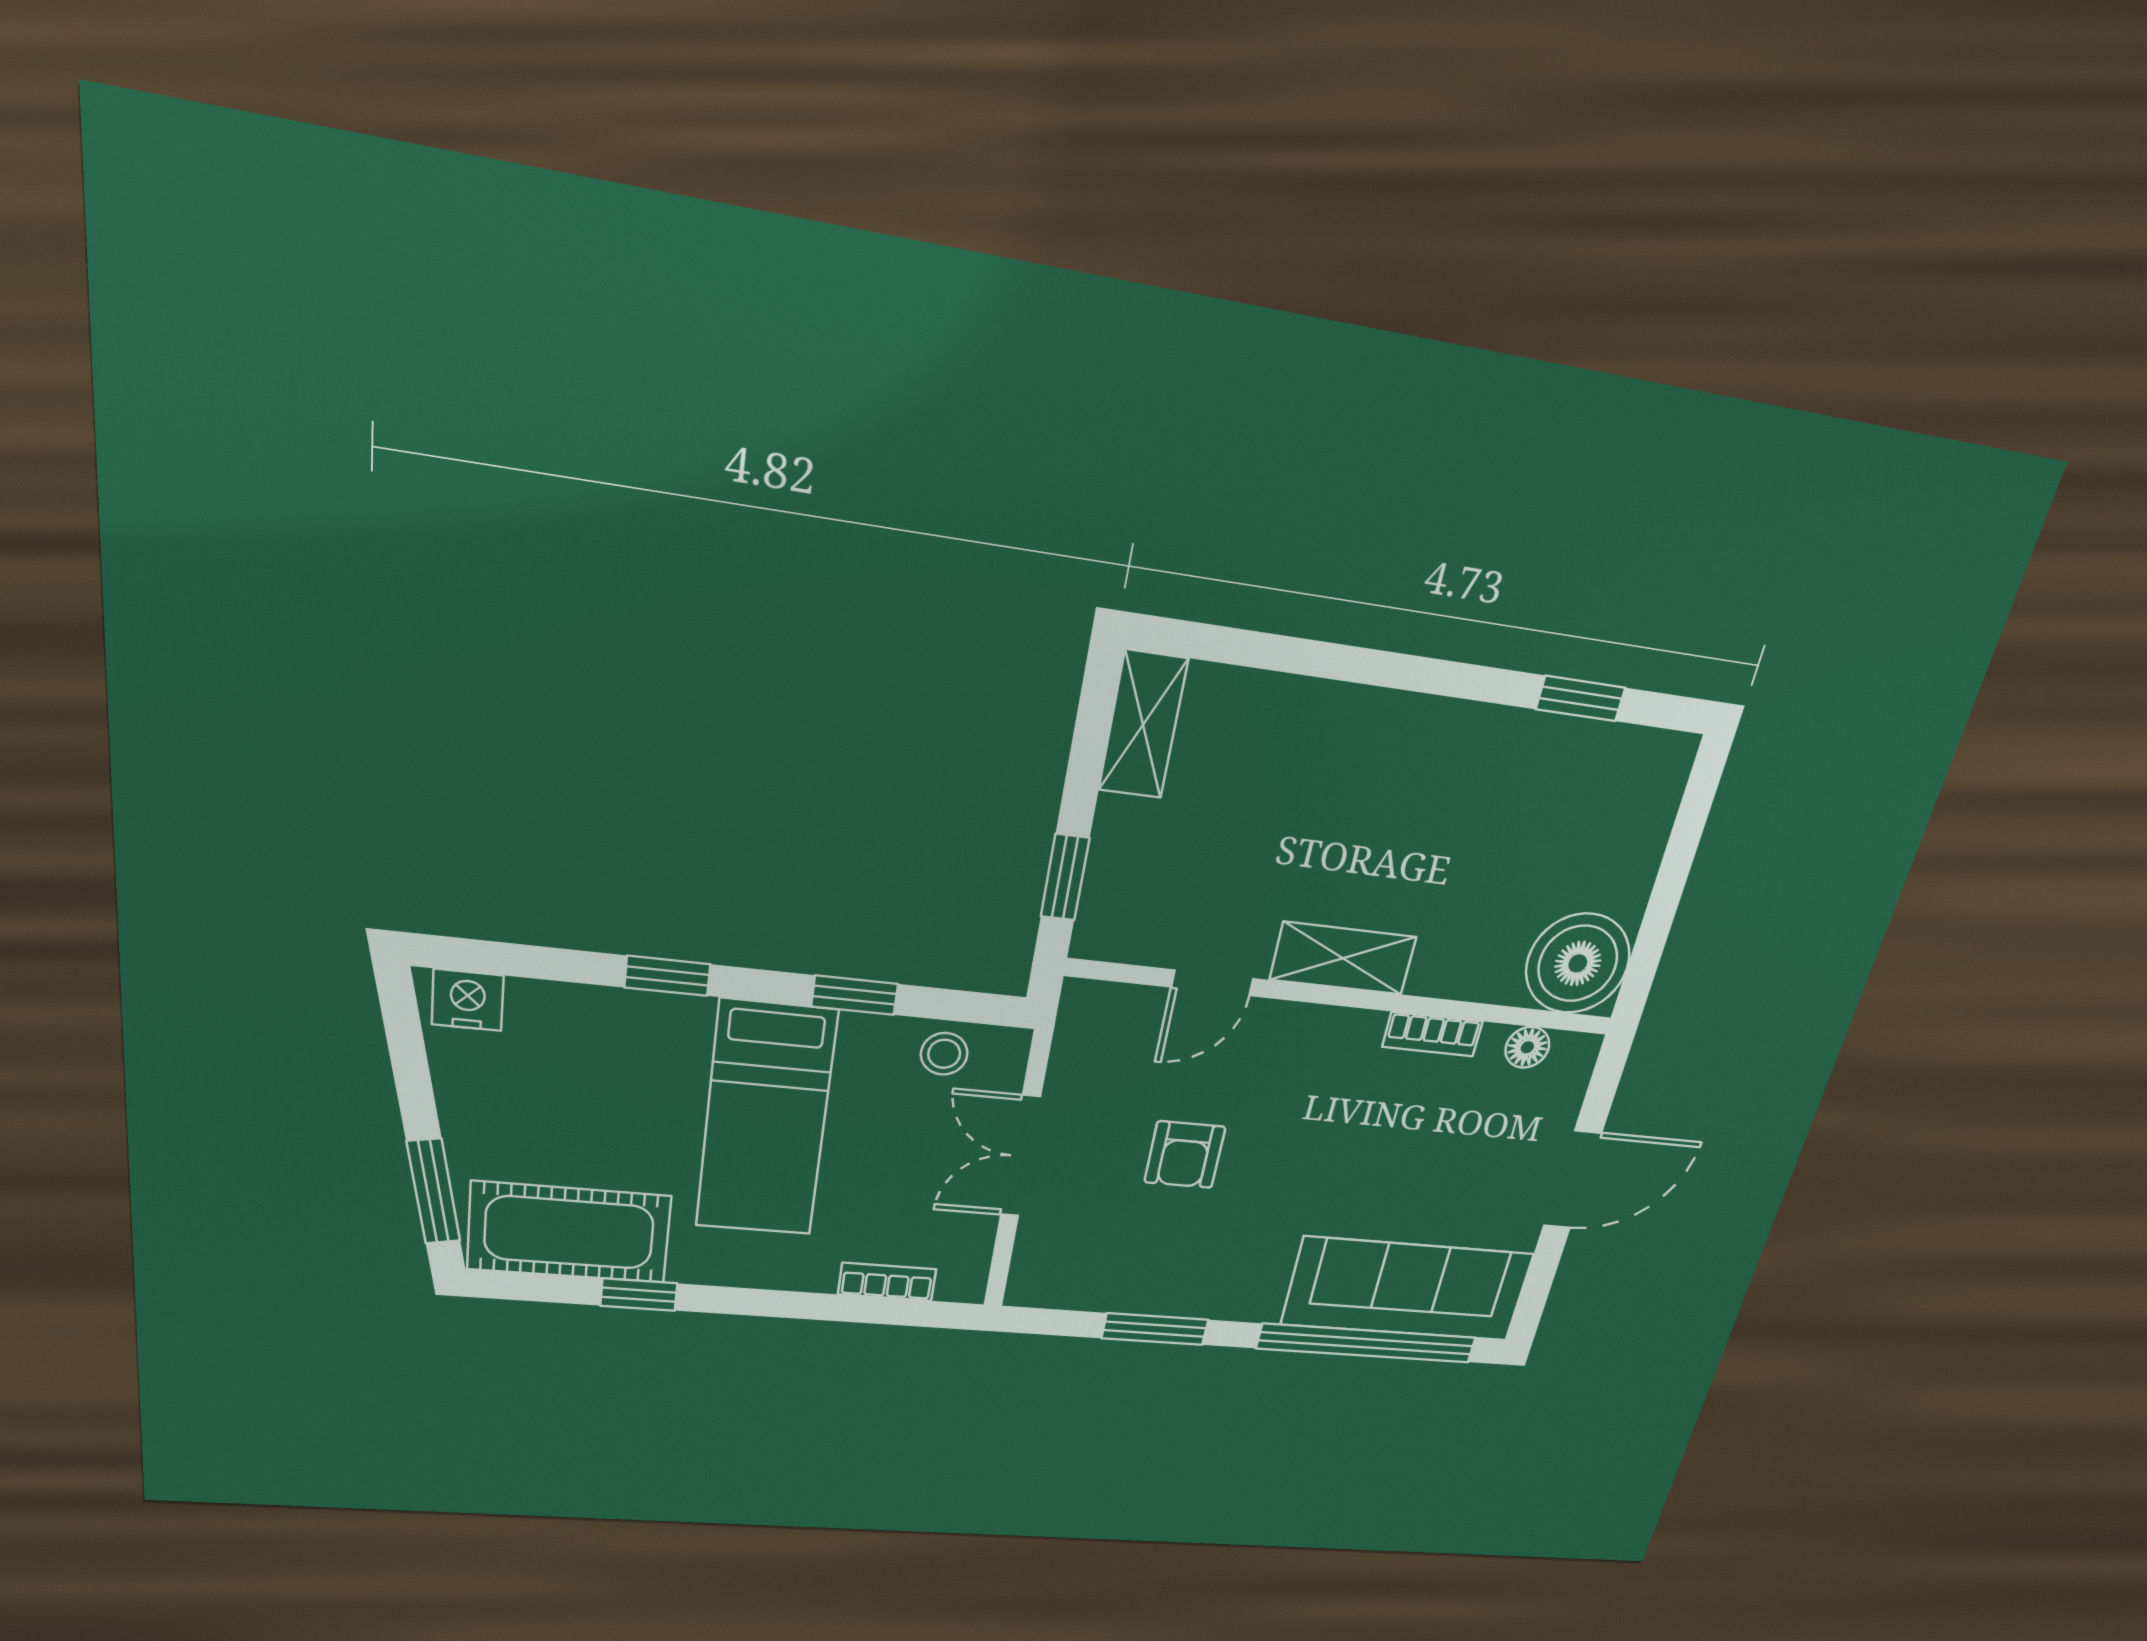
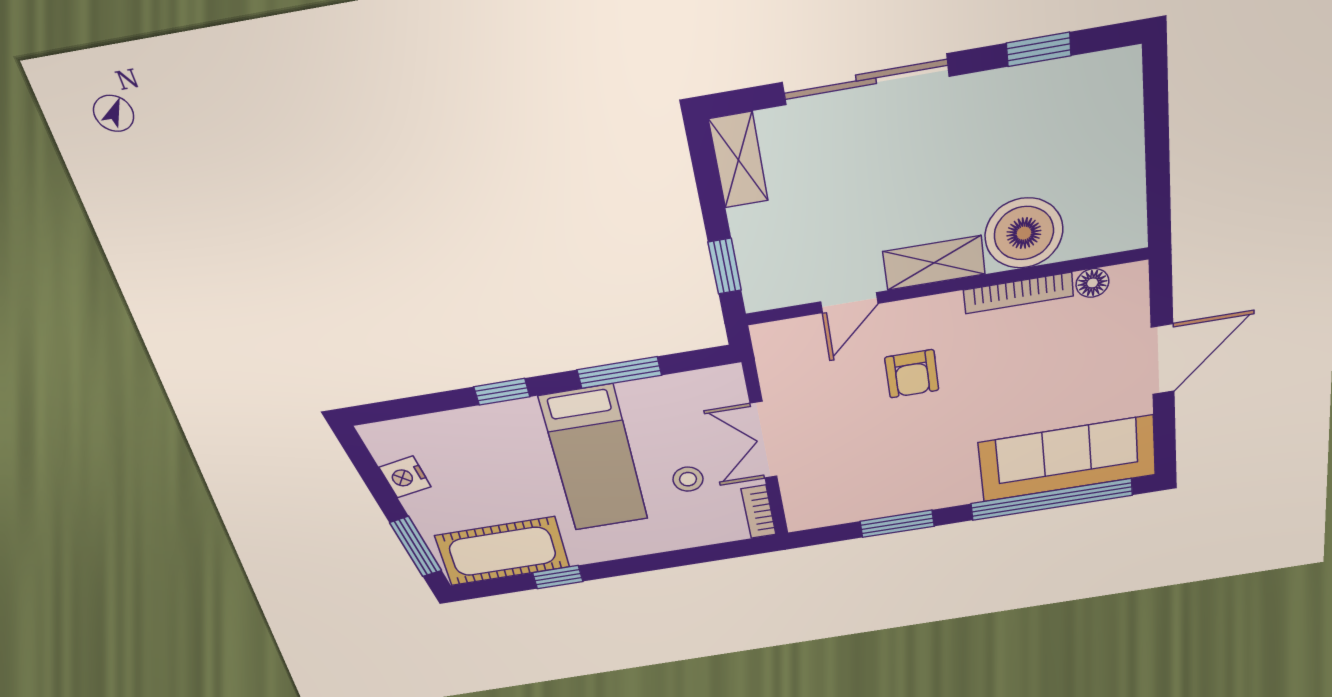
sliding door: (1354, 664) -> (866, 79), added
boiler: (1578, 963) -> (1024, 233), moved
window: (855, 995) -> (619, 372), width x1.50
nightstand: (468, 1000) -> (405, 477), moved, turned -100
bookcase: (1432, 1034) -> (1018, 293), width x1.56
stool: (944, 1054) -> (688, 479), moved
armchair: (1185, 1155) -> (912, 374), moved
bookcase: (887, 1282) -> (759, 512), moved, turned -90

